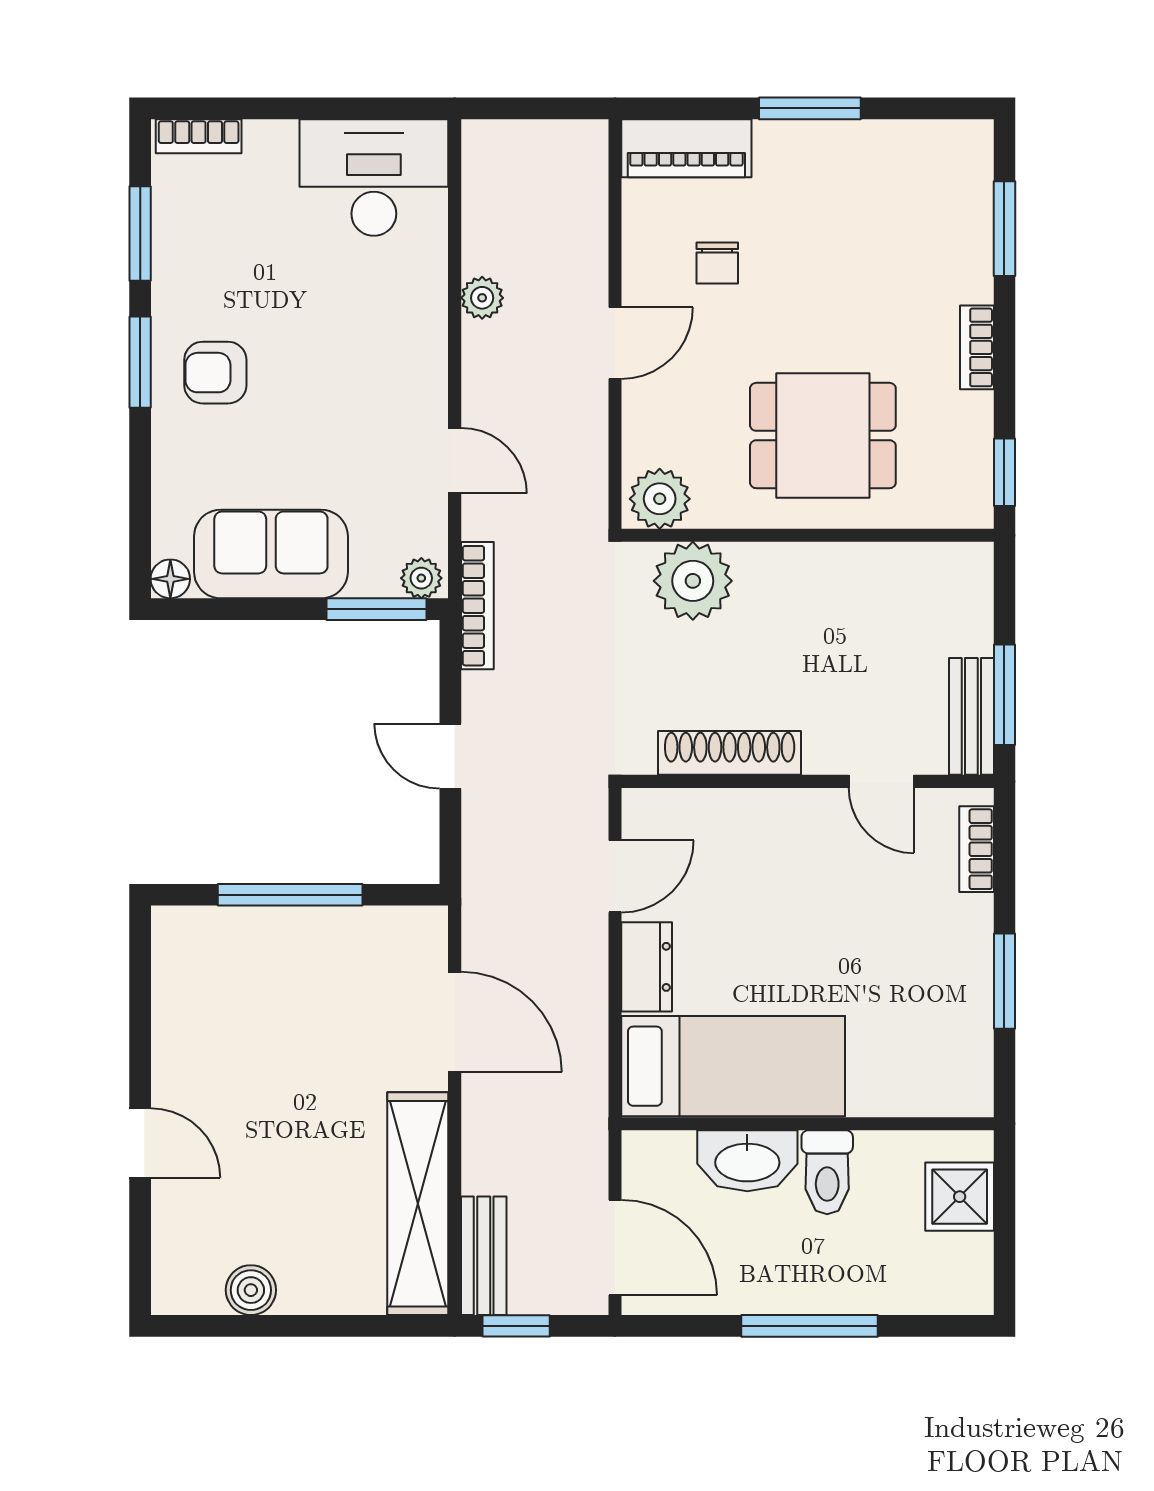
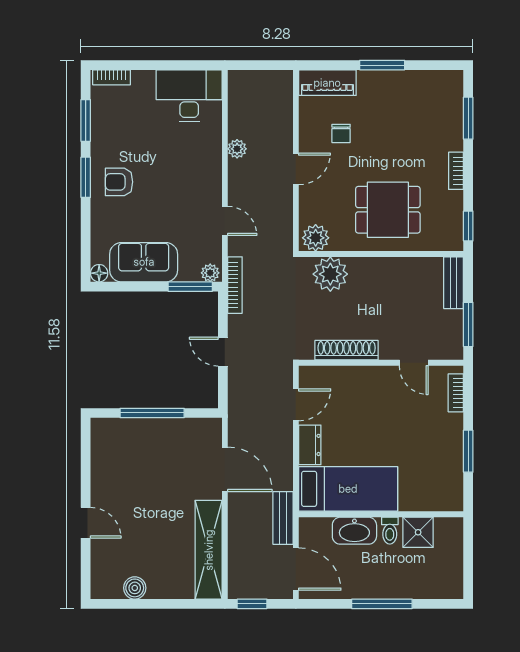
bench: (971, 716) -> (454, 283), moved
toilet: (827, 1172) -> (390, 531), width x0.73, depth x0.72
shower: (960, 1197) -> (418, 532), moved
bench: (484, 1256) -> (283, 518), moved

